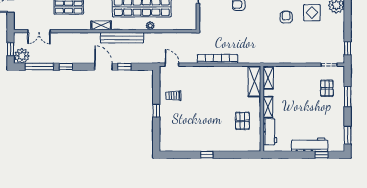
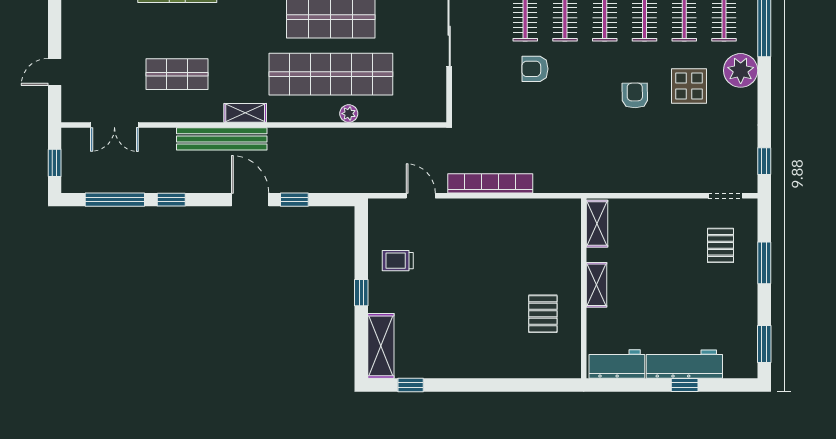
bench: (122, 38) -> (222, 139), moved
plant: (22, 56) -> (78, 177), removed
door: (172, 65) -> (421, 196), moved
shelving: (254, 81) -> (381, 346), moved
workbench: (270, 132) -> (617, 364), moved, turned -90
window: (207, 155) -> (411, 385), moved
window: (322, 155) -> (685, 385), moved

